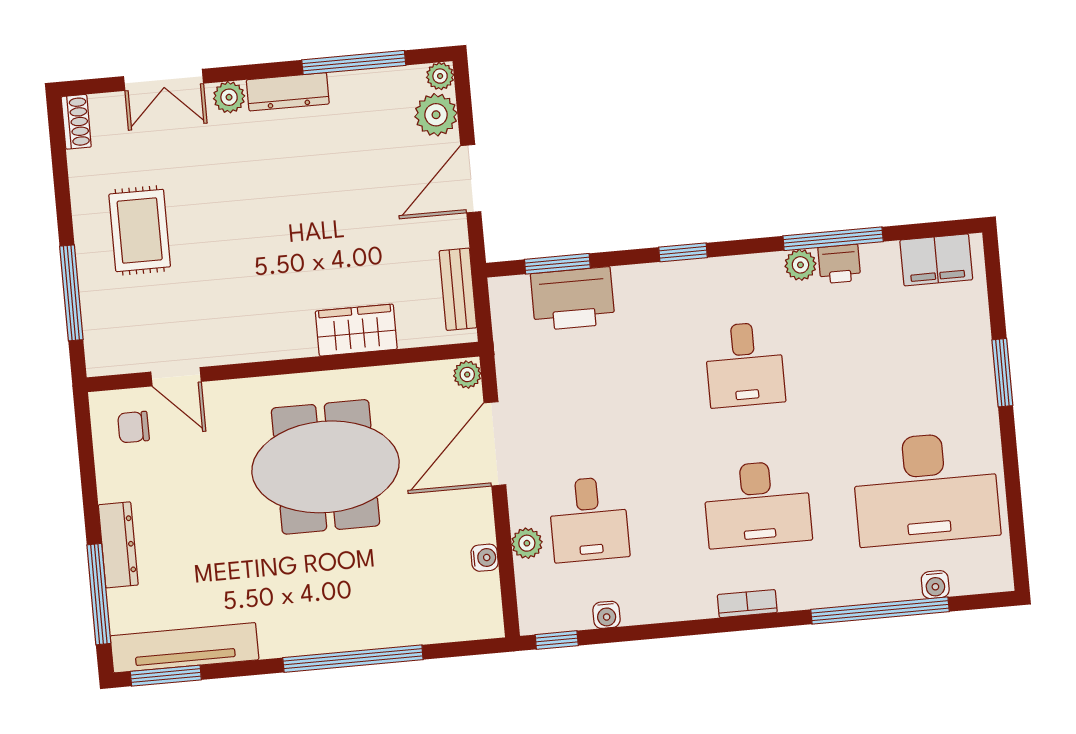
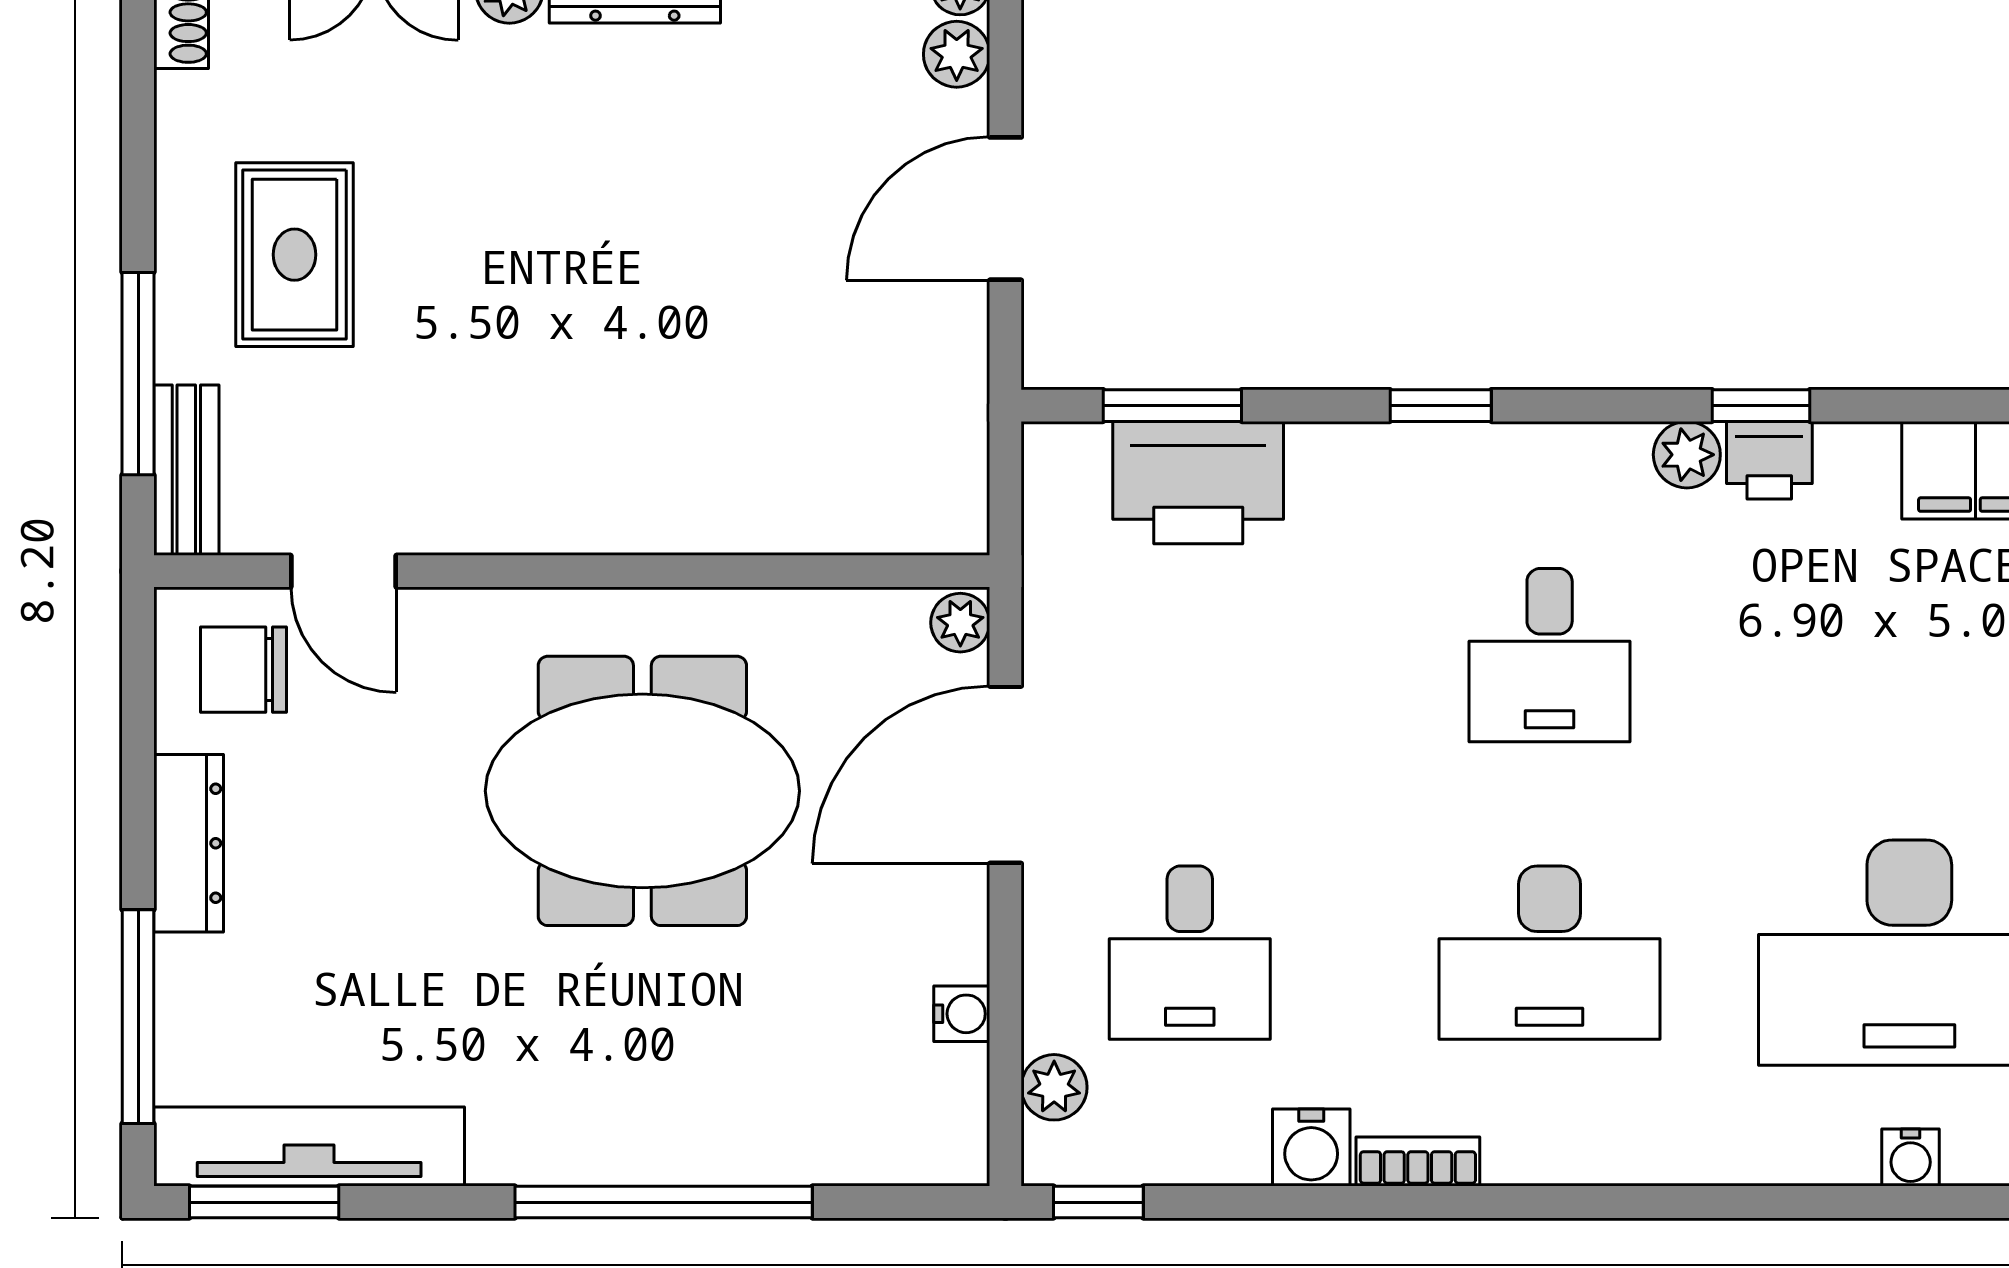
plant: (436, 115) -> (957, 54), width x0.73, depth x0.73
window: (833, 239) -> (1761, 406), width x0.46
bench: (458, 289) -> (186, 470), moved
wardrobe: (356, 330) -> (734, 507), removed
chair: (133, 427) -> (243, 670), width x1.37, depth x1.37
plant: (527, 543) -> (1054, 1087), moved
dresser: (118, 545) -> (189, 843), moved
bookcase: (747, 604) -> (1418, 1162), moved
window: (880, 611) -> (1789, 1202), removed
water cooler: (606, 615) -> (1311, 1148), moved, width x1.38, depth x1.38

